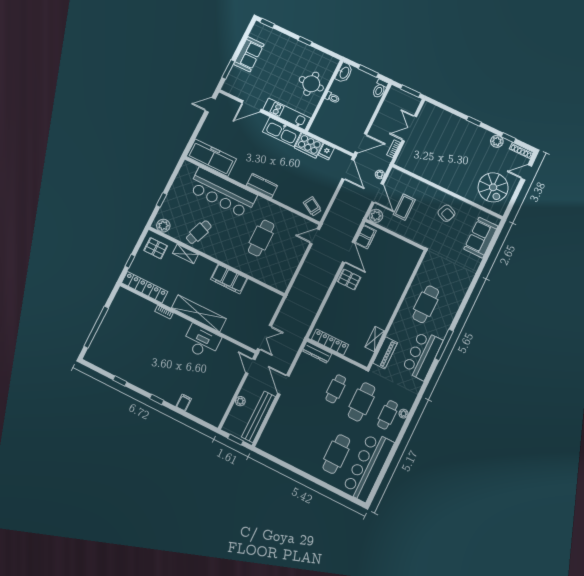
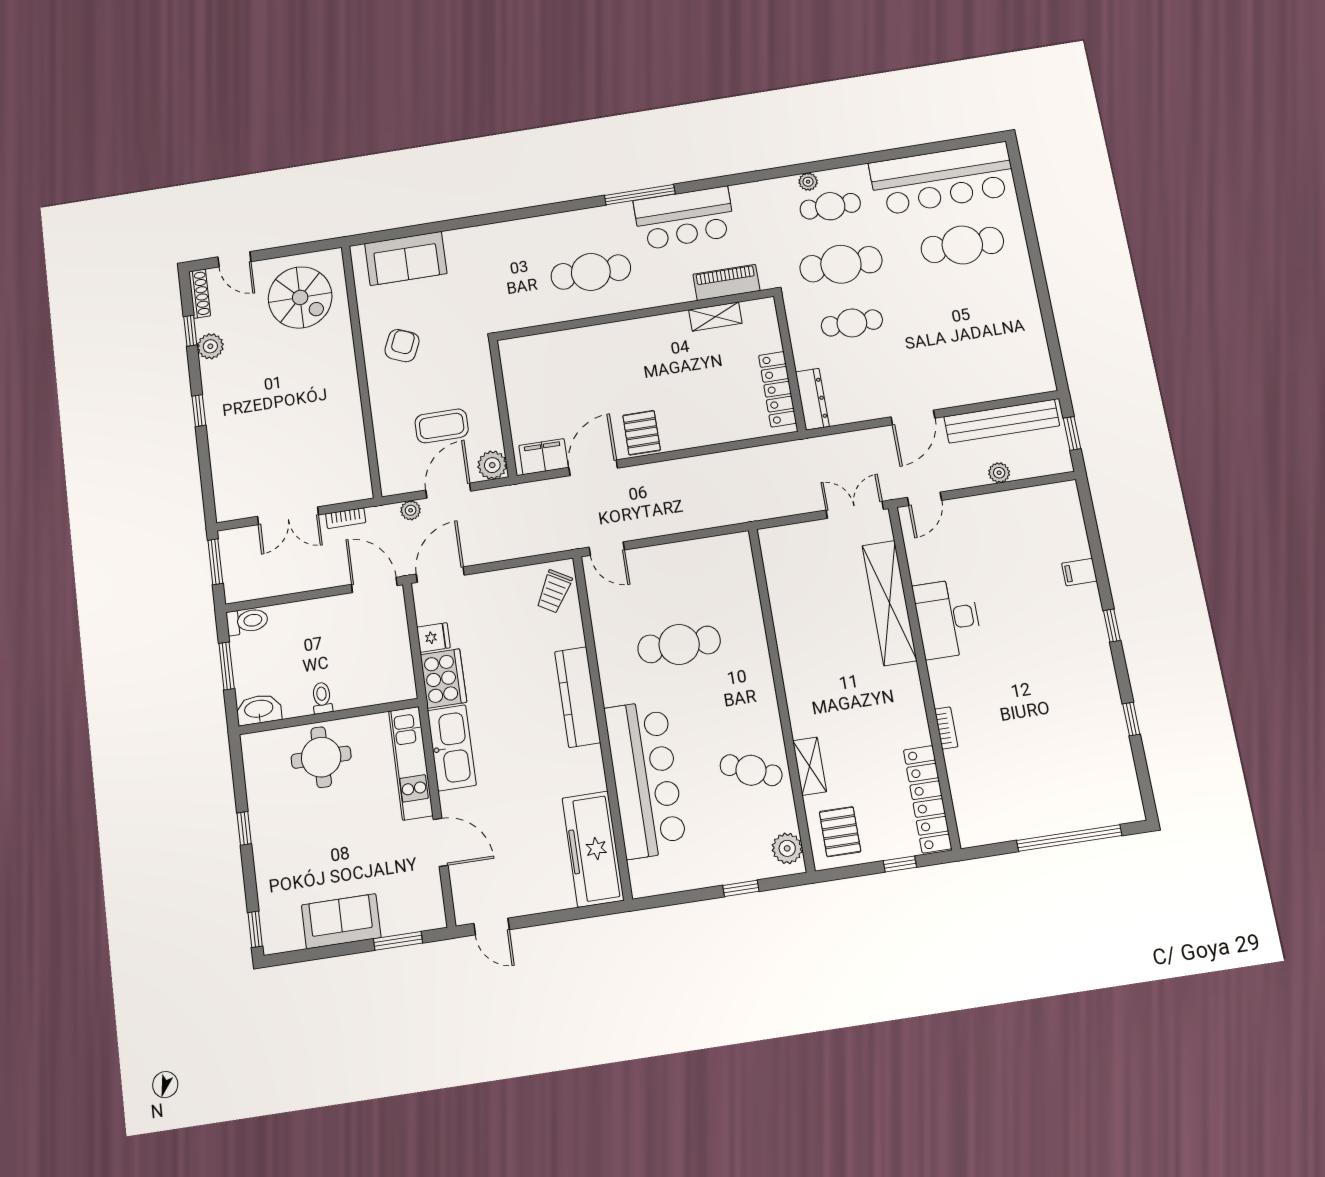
kitchen counter: (262, 186) -> (578, 697), width x1.50
spiral stairs: (493, 187) -> (300, 297), turned 90
filing cabinet: (229, 279) -> (797, 650), removed
shelving: (199, 313) -> (889, 603), moved

